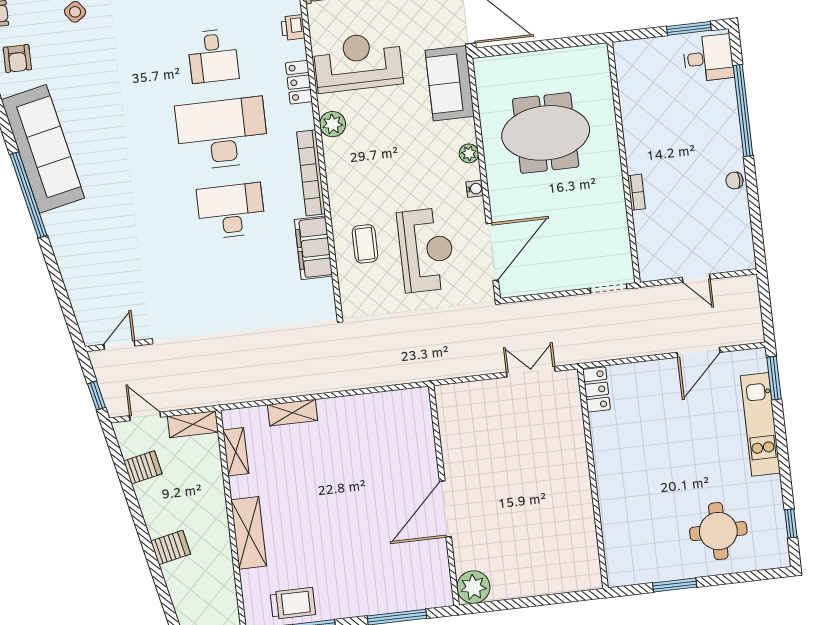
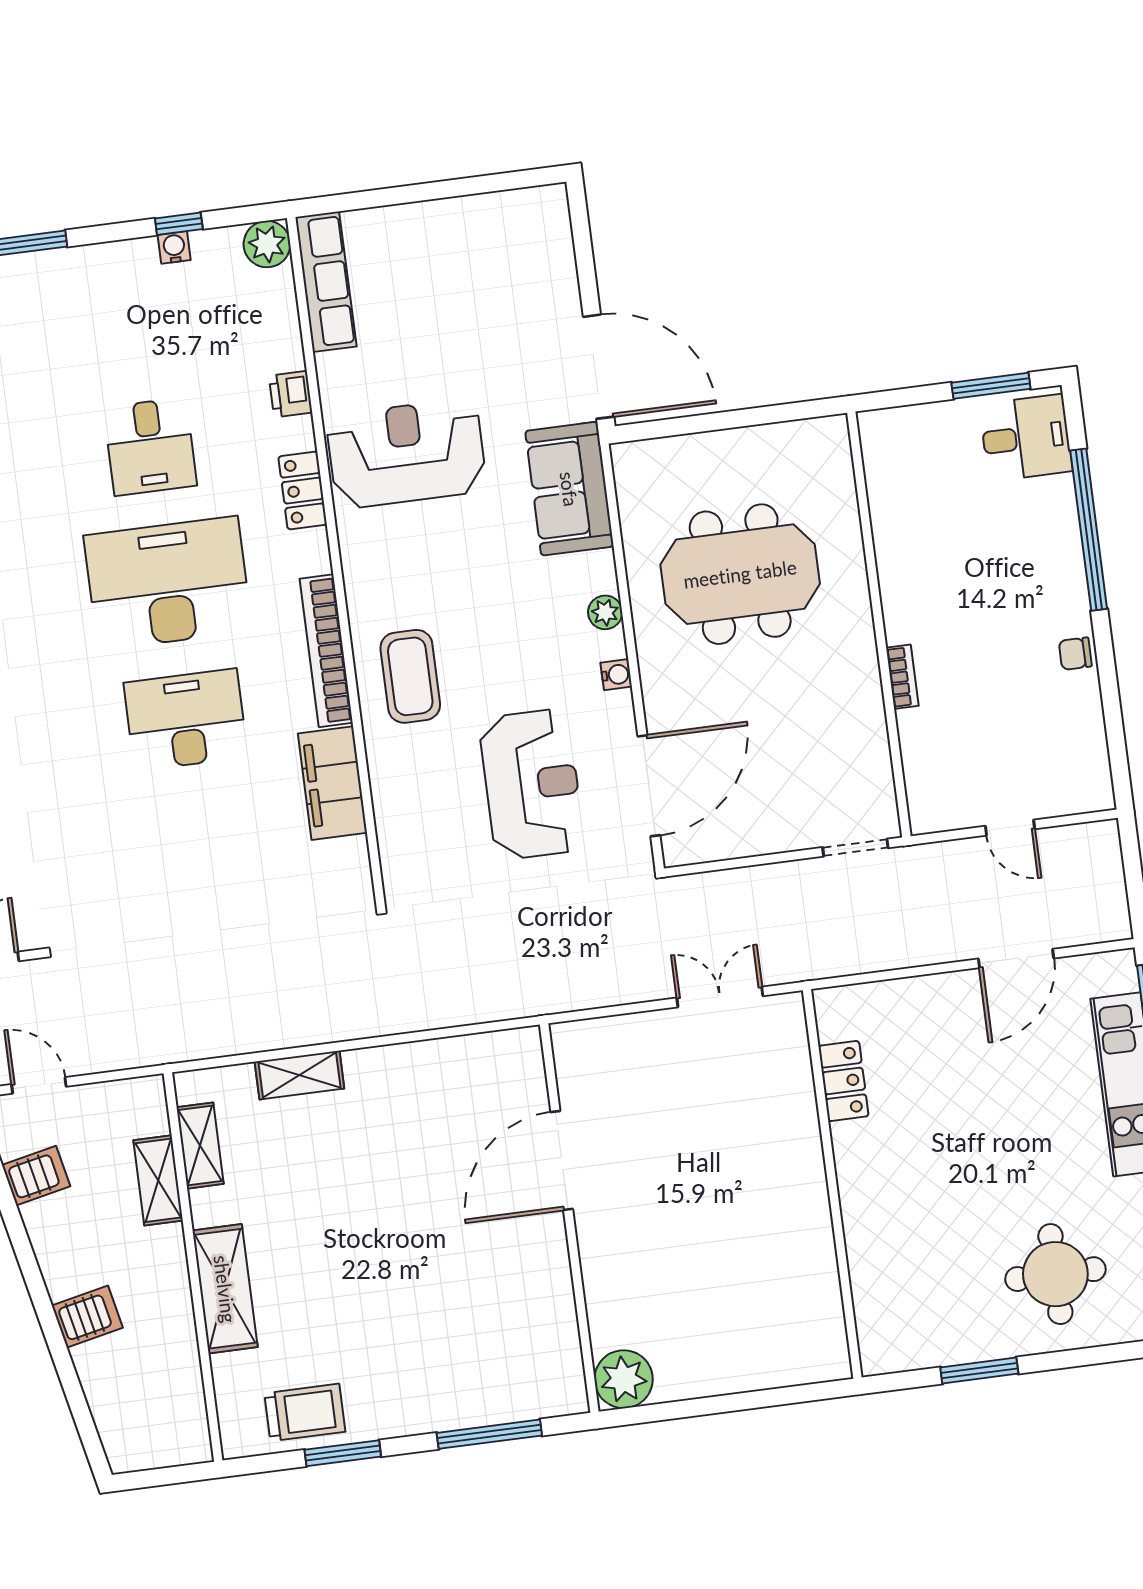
plant: (333, 124) -> (363, 564), removed
coffee table: (365, 244) -> (410, 676), moved, width x1.36, depth x1.30
locker: (596, 389) -> (844, 1081), moved
shelving: (193, 424) -> (158, 1180), moved, turned 90
door: (445, 509) -> (562, 1160), moved

